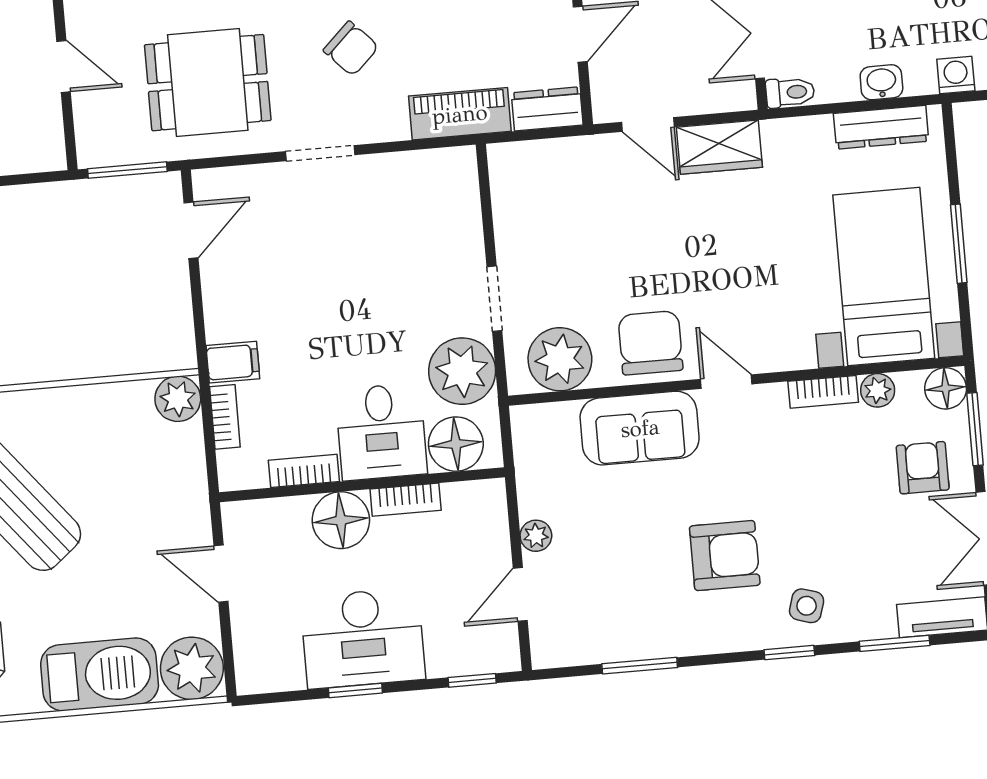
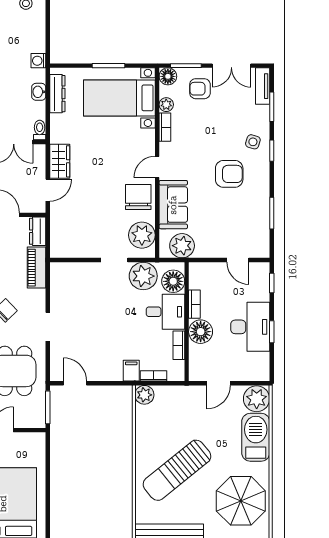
chair: (650, 343) -> (138, 197), turned 90
plant: (536, 536) -> (182, 246), moved, width x1.88, depth x1.88
armchair: (725, 556) -> (229, 174), turned 90

